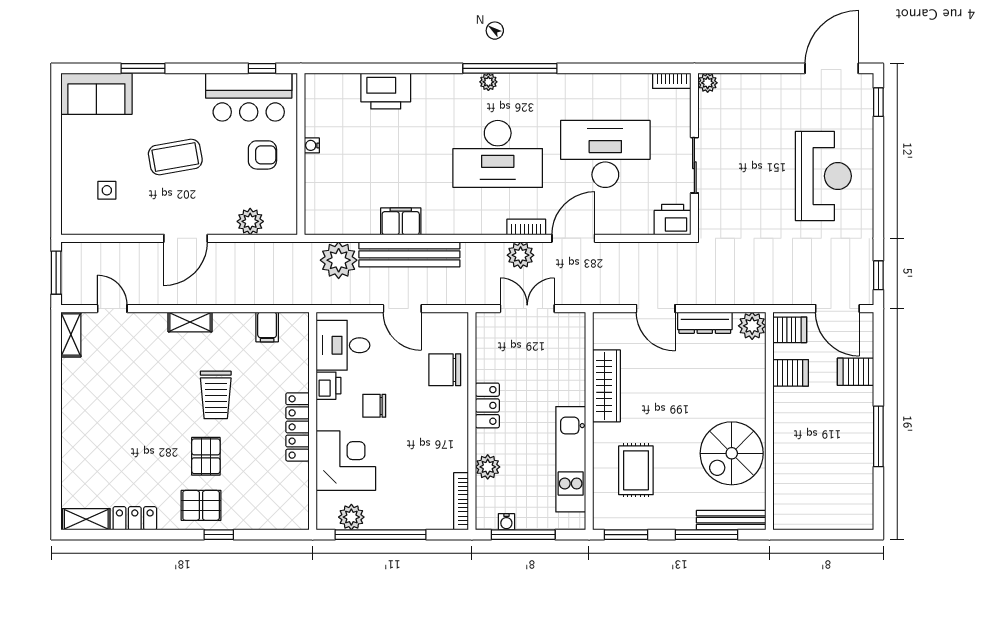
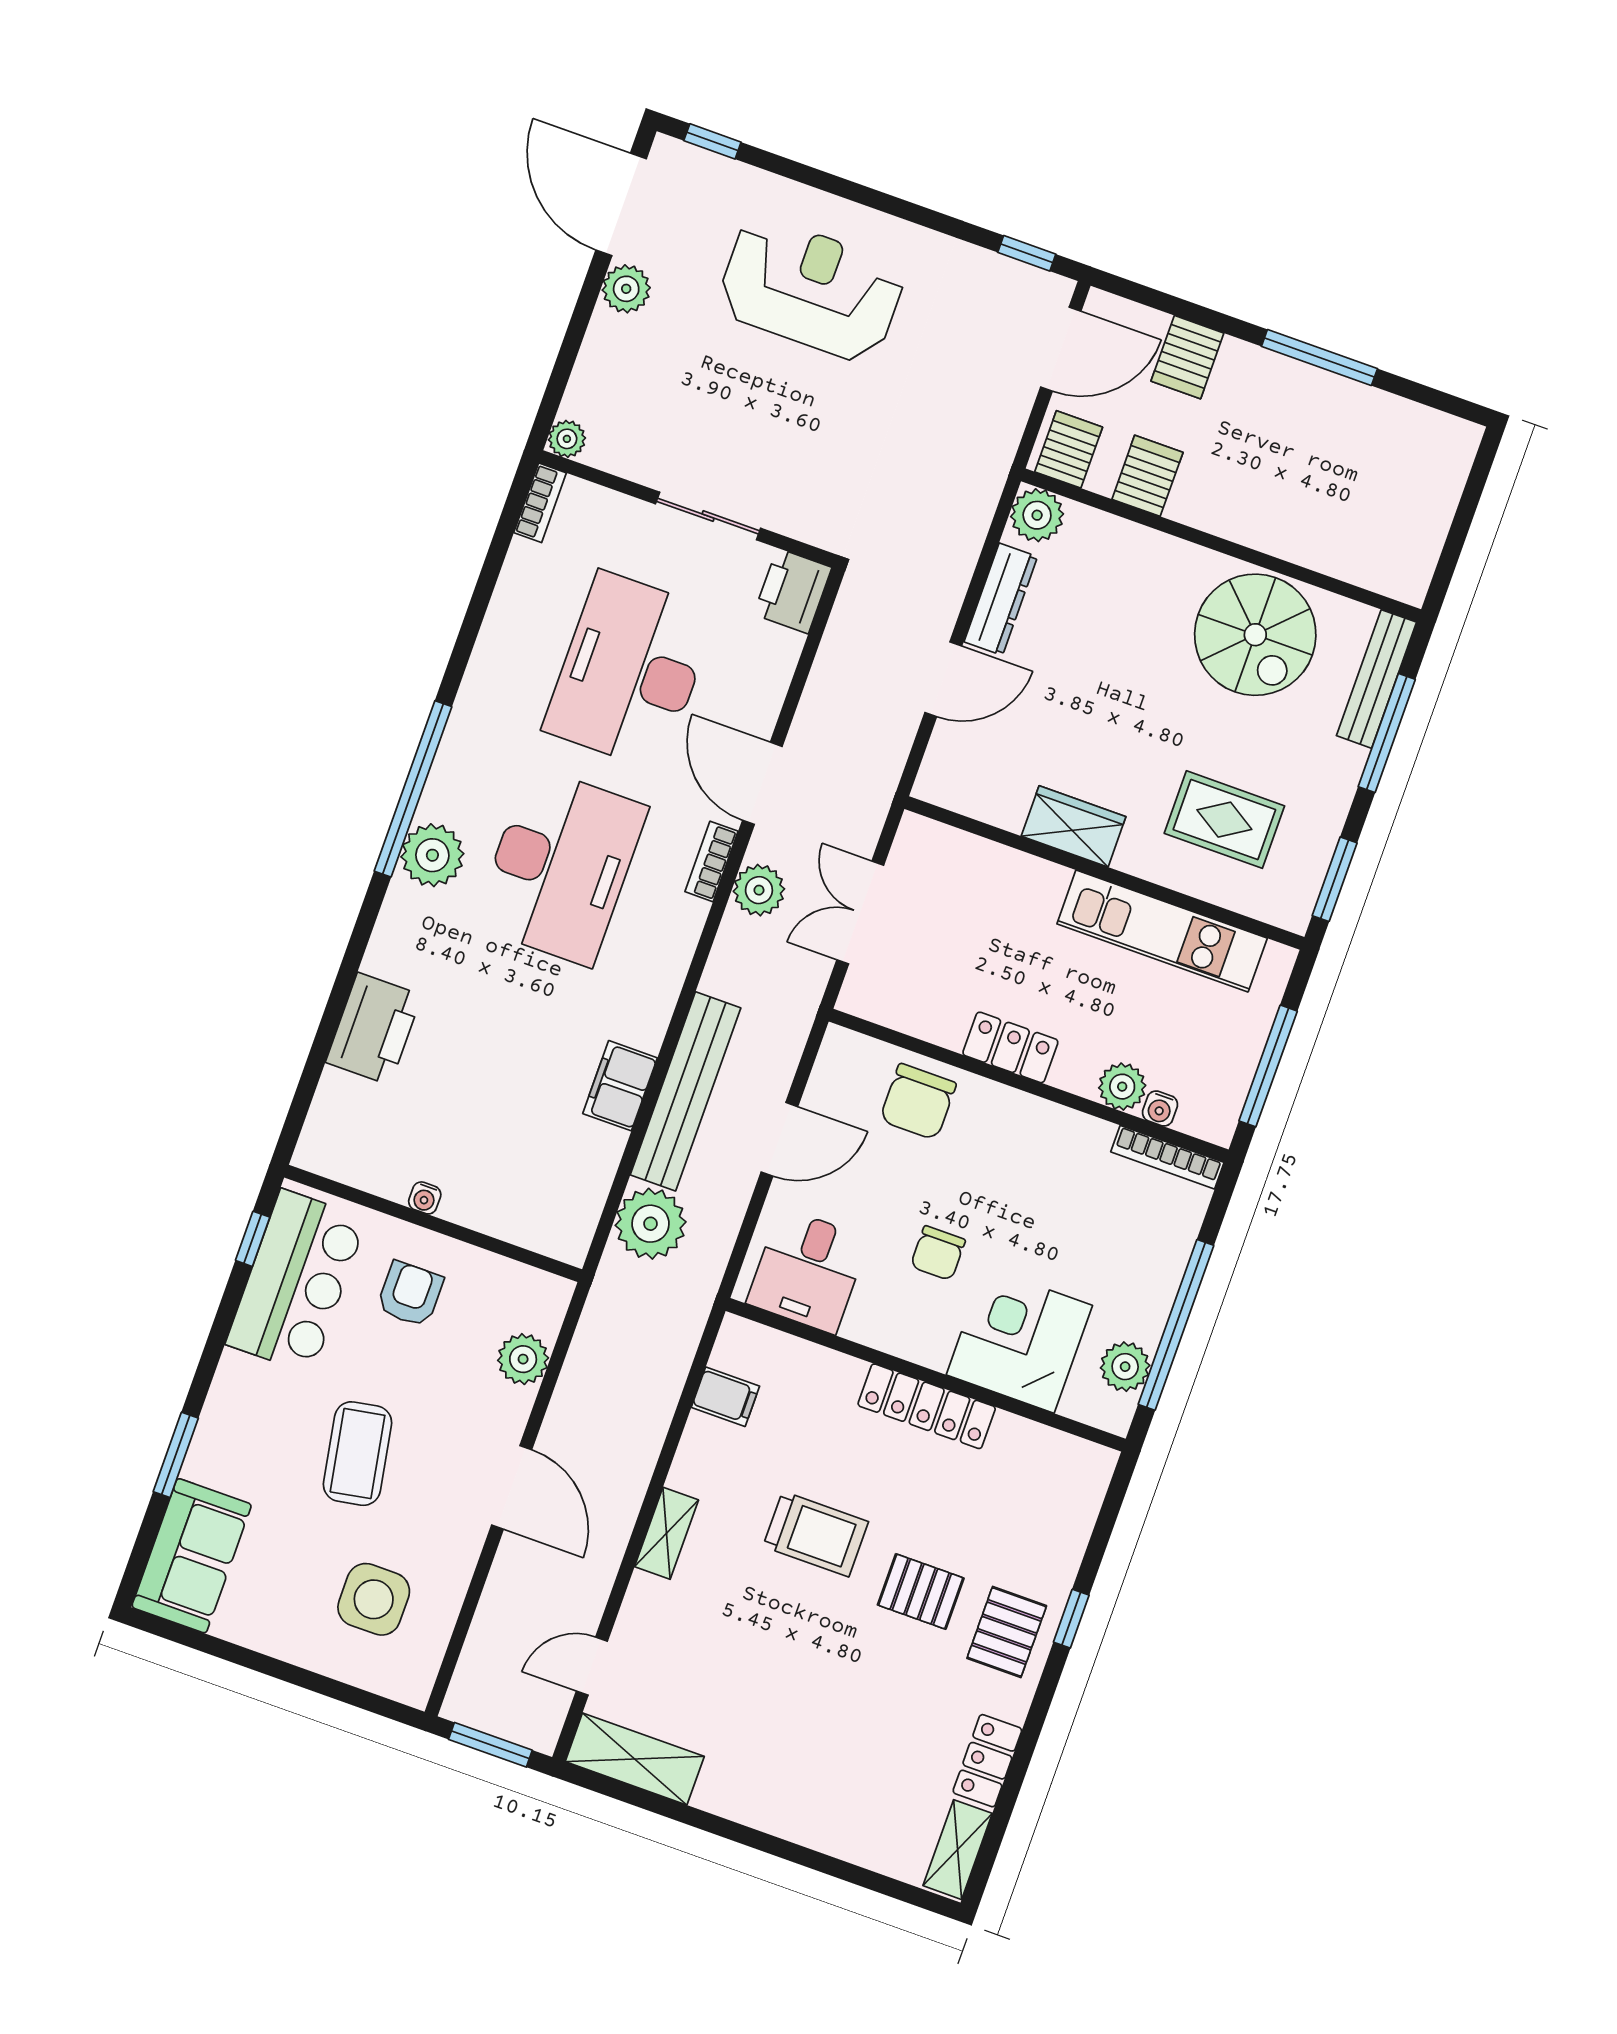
plant: (488, 82) -> (432, 855), width x1.87, depth x1.87
plant: (791, 86) -> (626, 289), added
side table: (107, 190) -> (374, 1599), width x1.87, depth x1.87
shelving: (71, 334) -> (635, 1759), width x1.50, depth x1.33
printer: (329, 386) -> (872, 1323), removed
wardrobe: (606, 386) -> (1074, 826), width x0.67
water cooler: (506, 522) -> (1160, 1109), moved, turned 90

